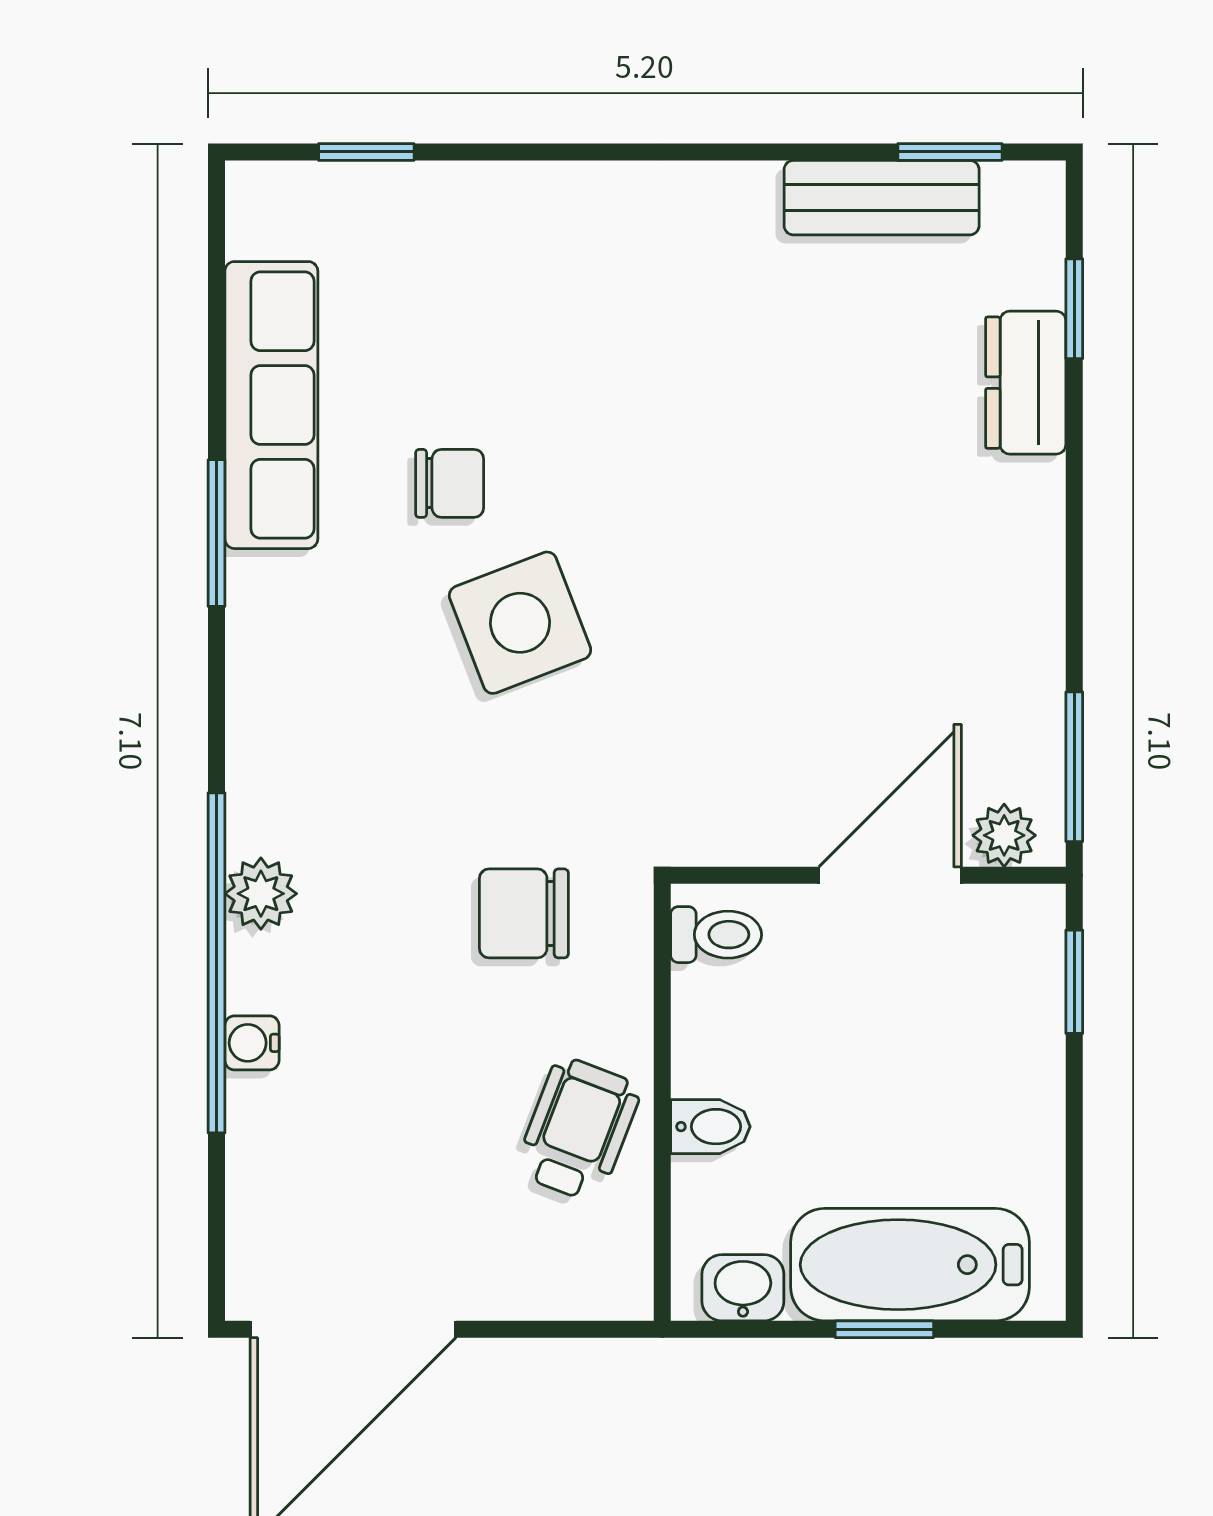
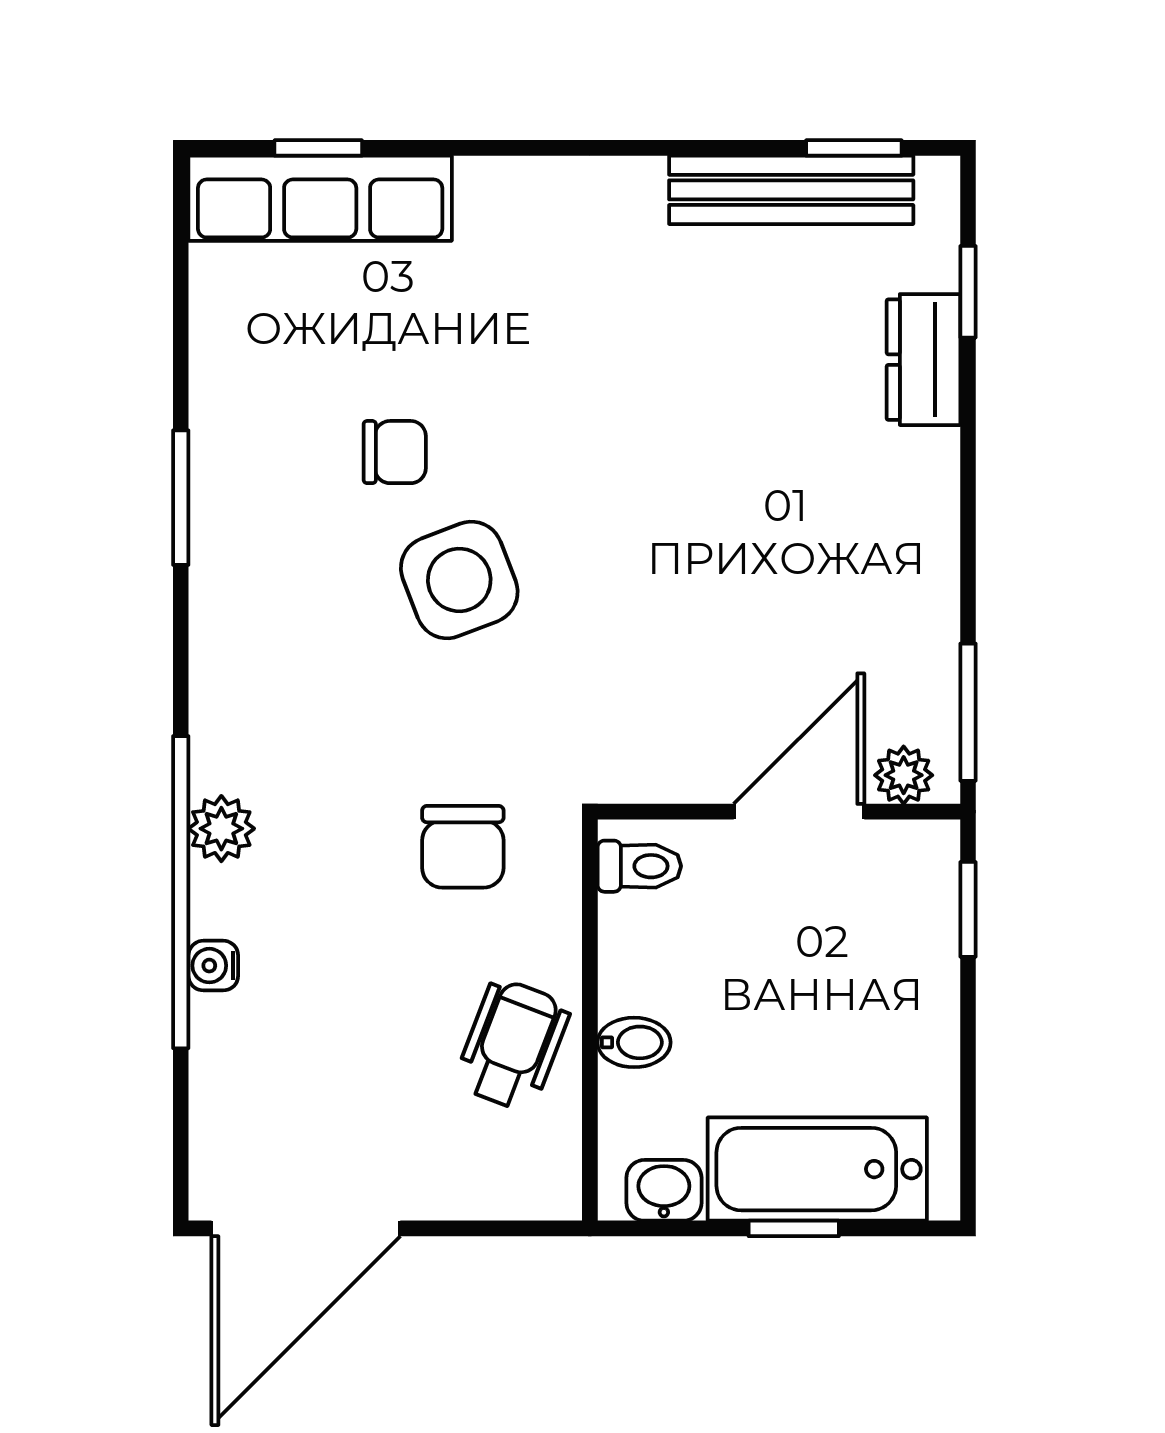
bench: (882, 198) -> (791, 190), width x1.36
row of seats: (271, 405) -> (320, 198), moved, turned 90
chair: (524, 913) -> (463, 847), turned -90

